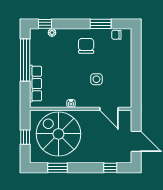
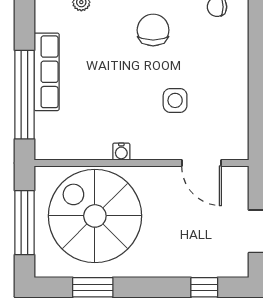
window: (25, 60) -> (24, 95), moved
row of seats: (36, 84) -> (47, 72), moved
window: (25, 137) -> (24, 223), width x2.17

